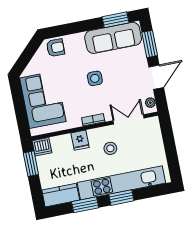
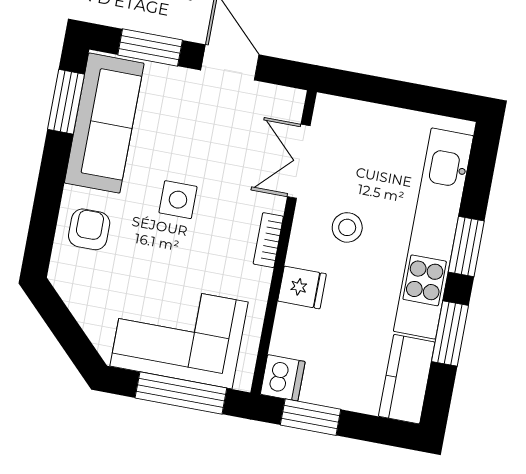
armchair: (55, 48) -> (89, 229), moved
plant: (150, 103) -> (281, 98), removed
window: (20, 110) -> (181, 393), added

